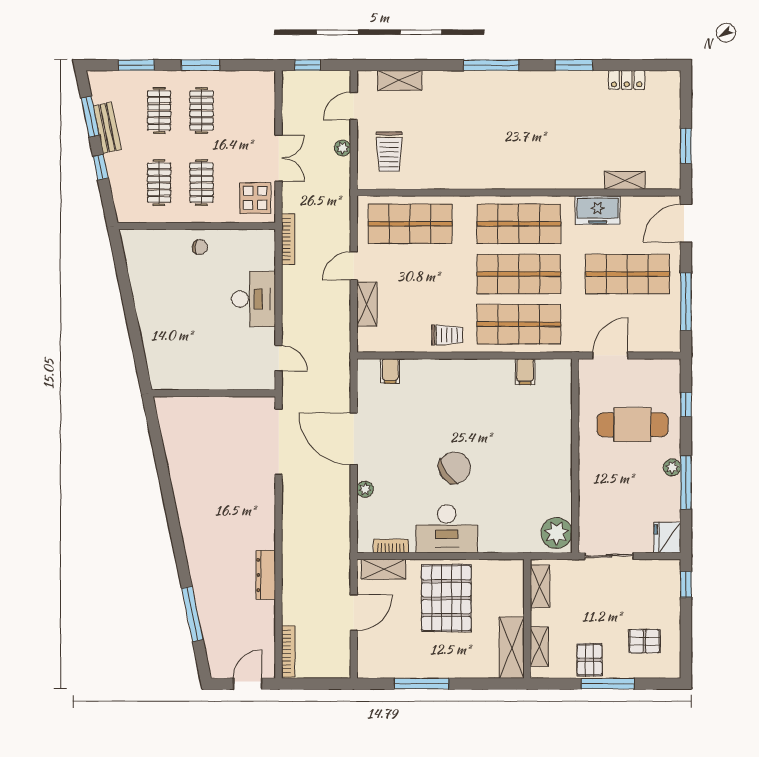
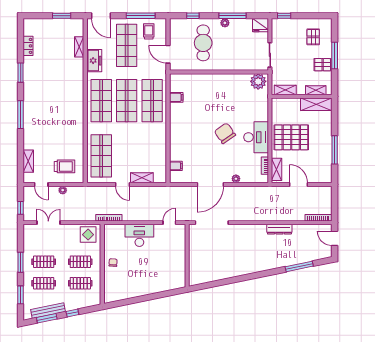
bench: (107, 128) -> (48, 311), width x1.36
double door: (279, 158) -> (48, 223), moved
trolley: (447, 335) -> (149, 31), moved

